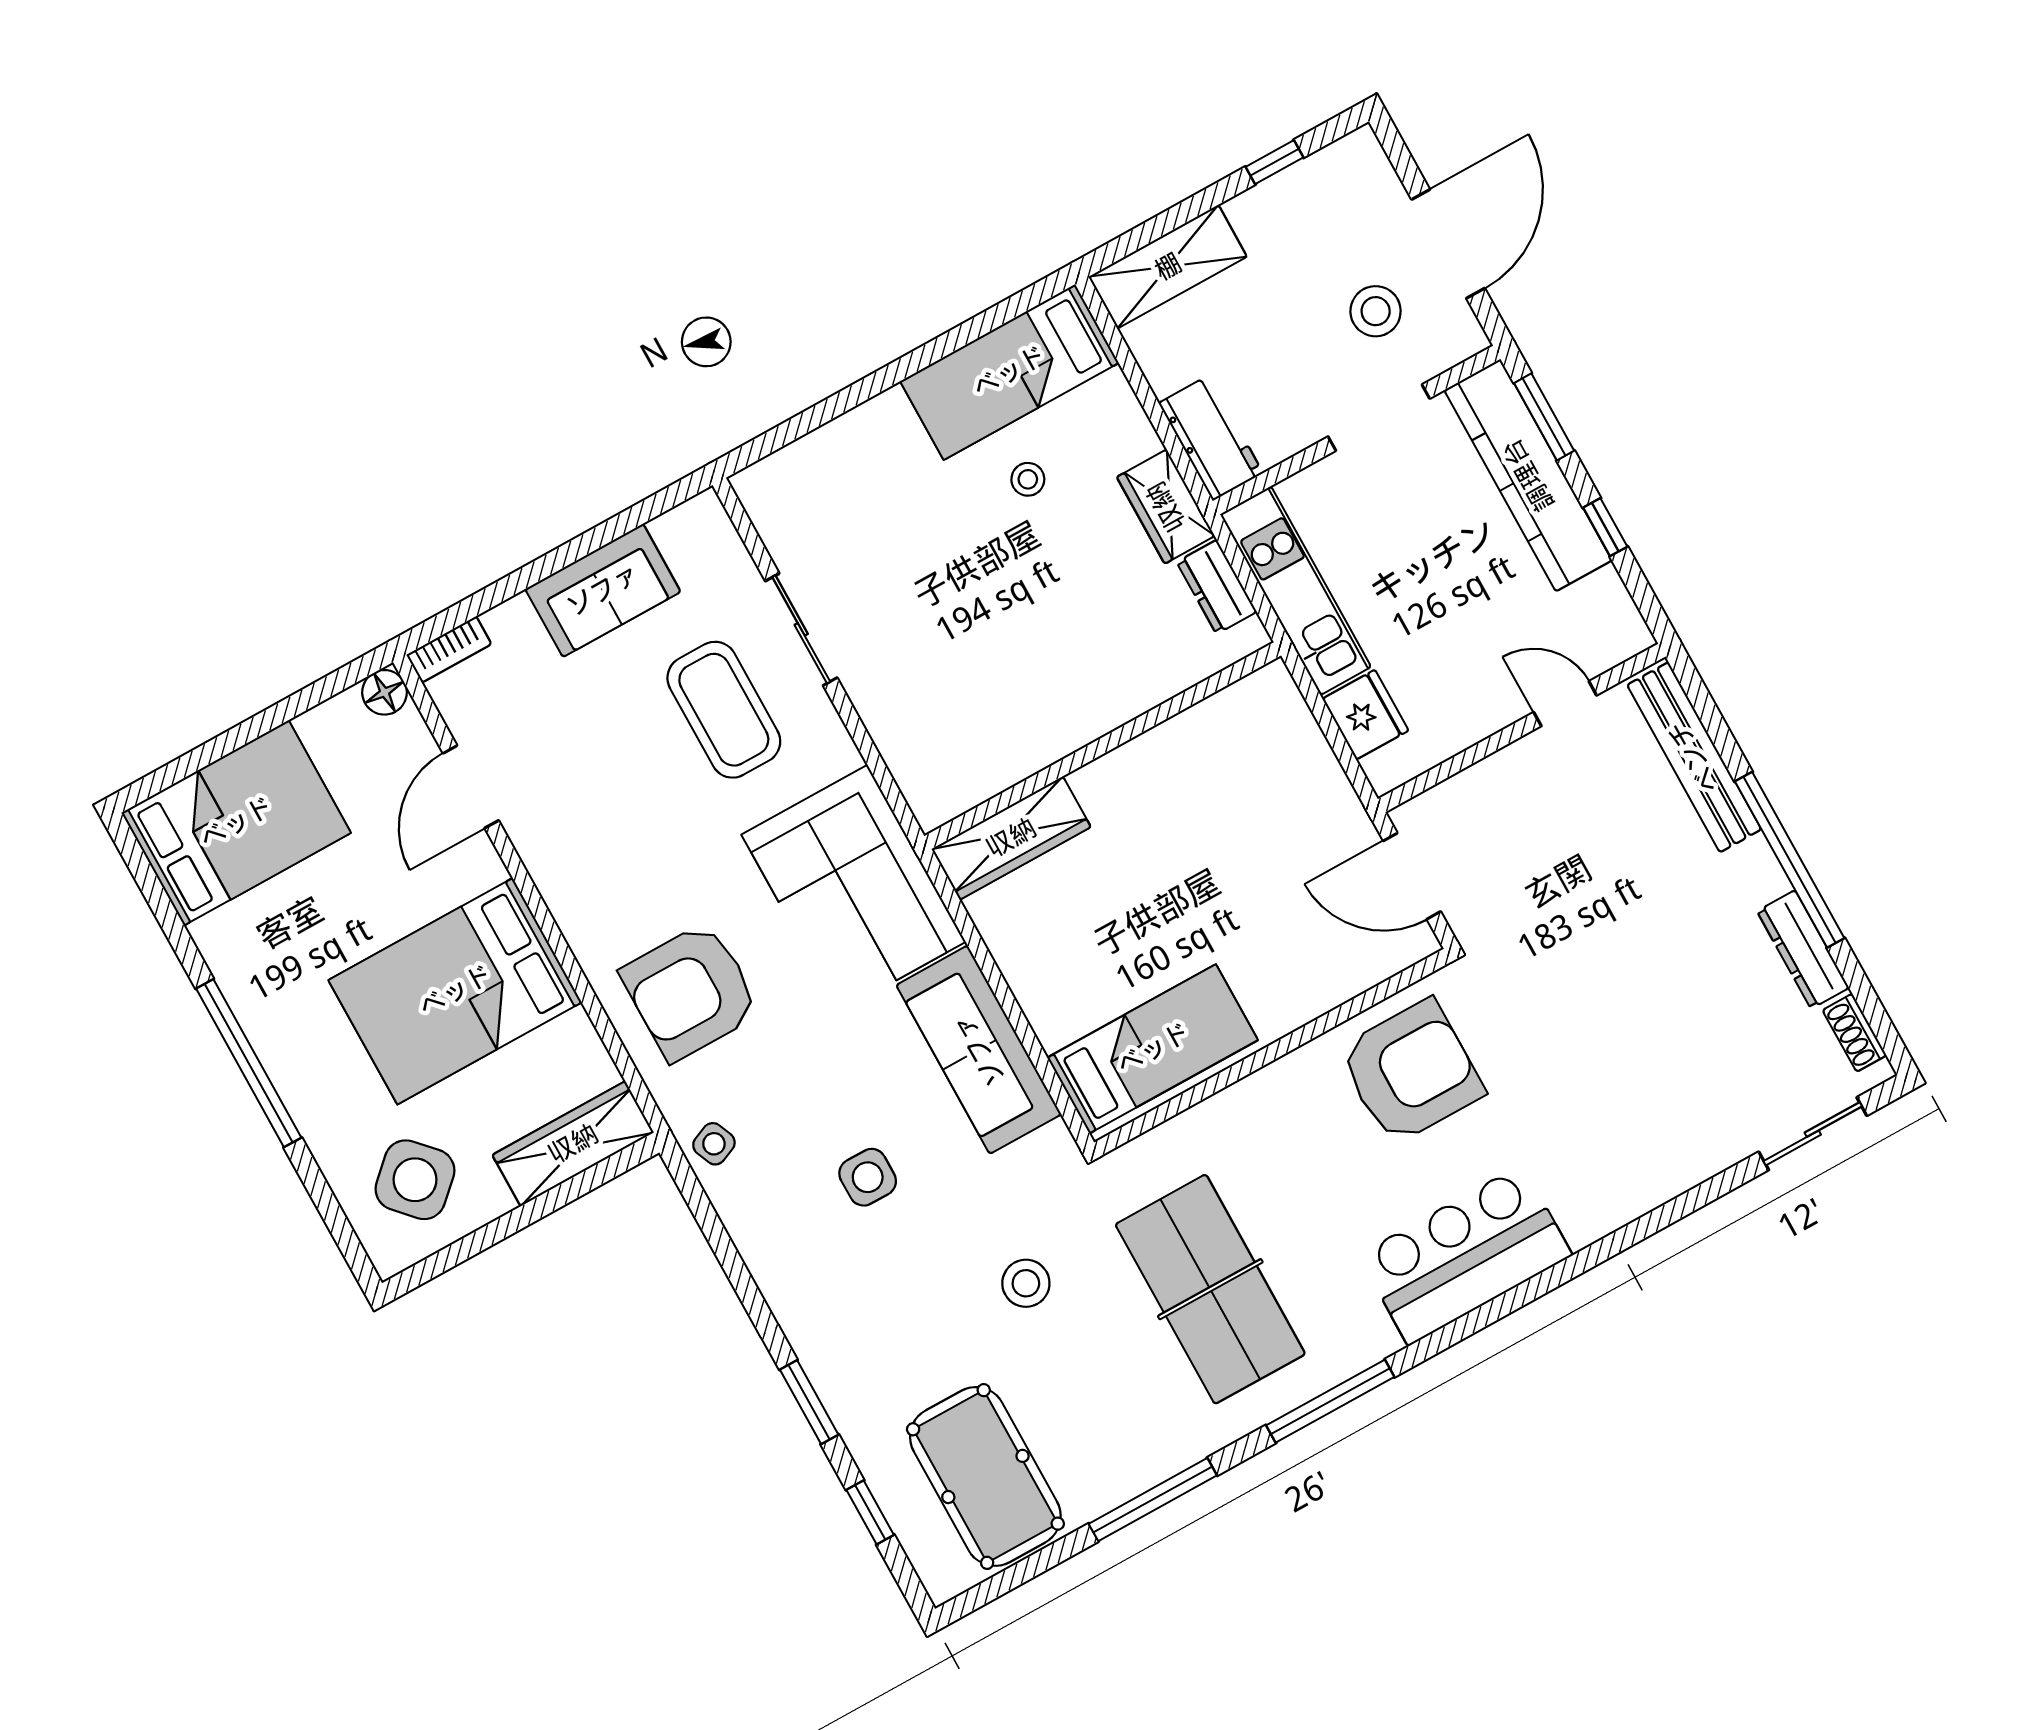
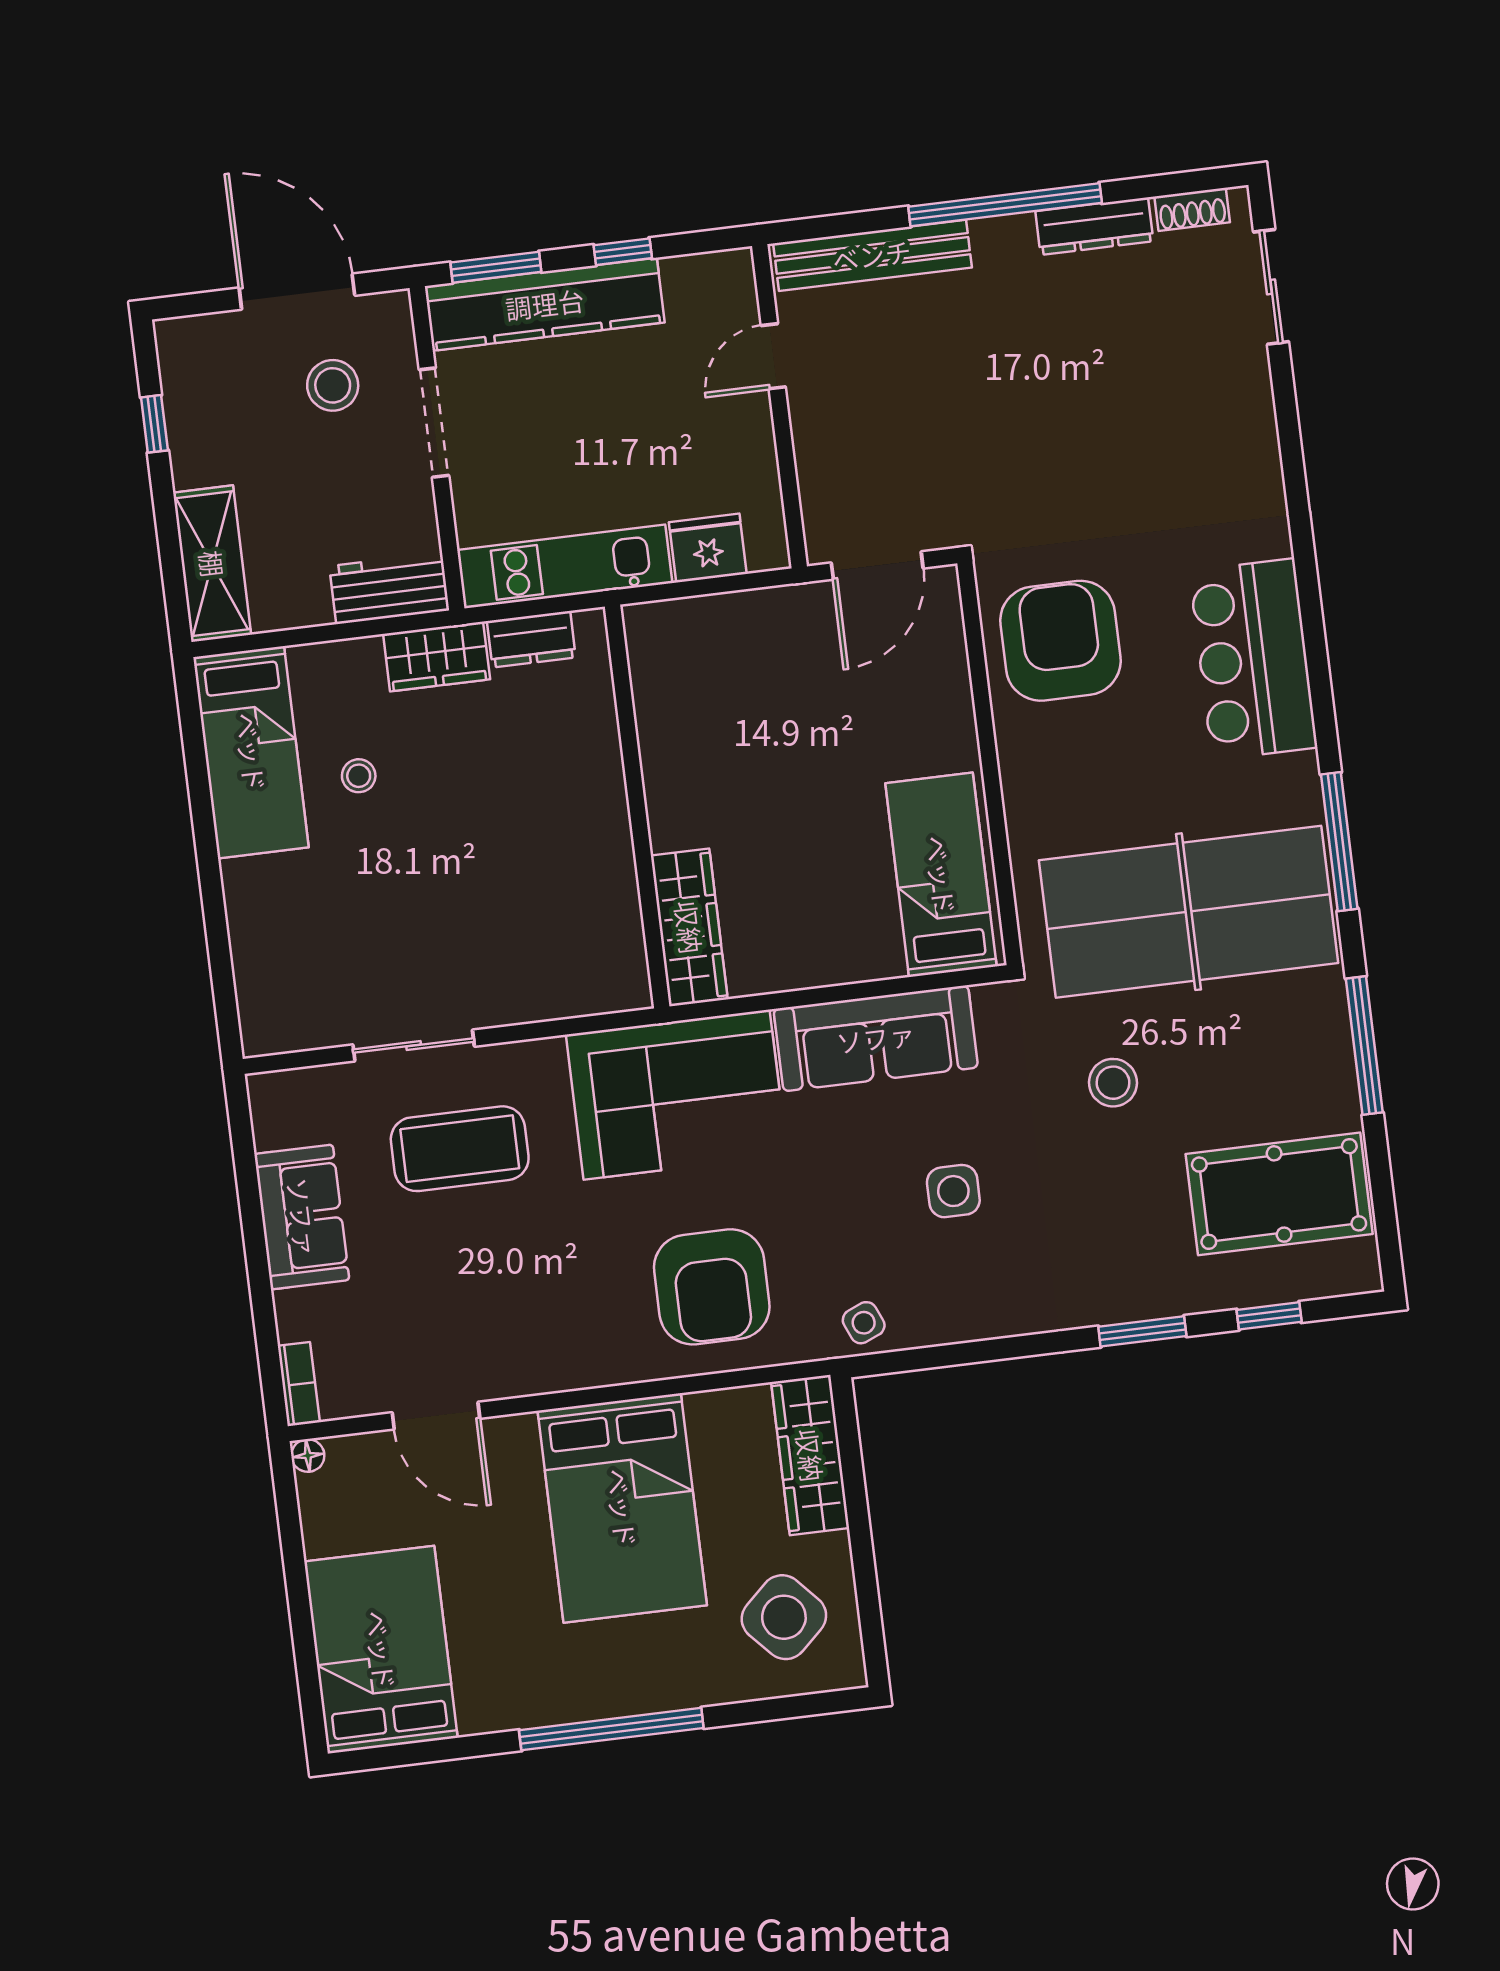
floor lamp: (384, 692) -> (308, 1456), width x0.73, depth x0.73
table tennis table: (1210, 1289) -> (1189, 912), width x1.36, depth x1.32

